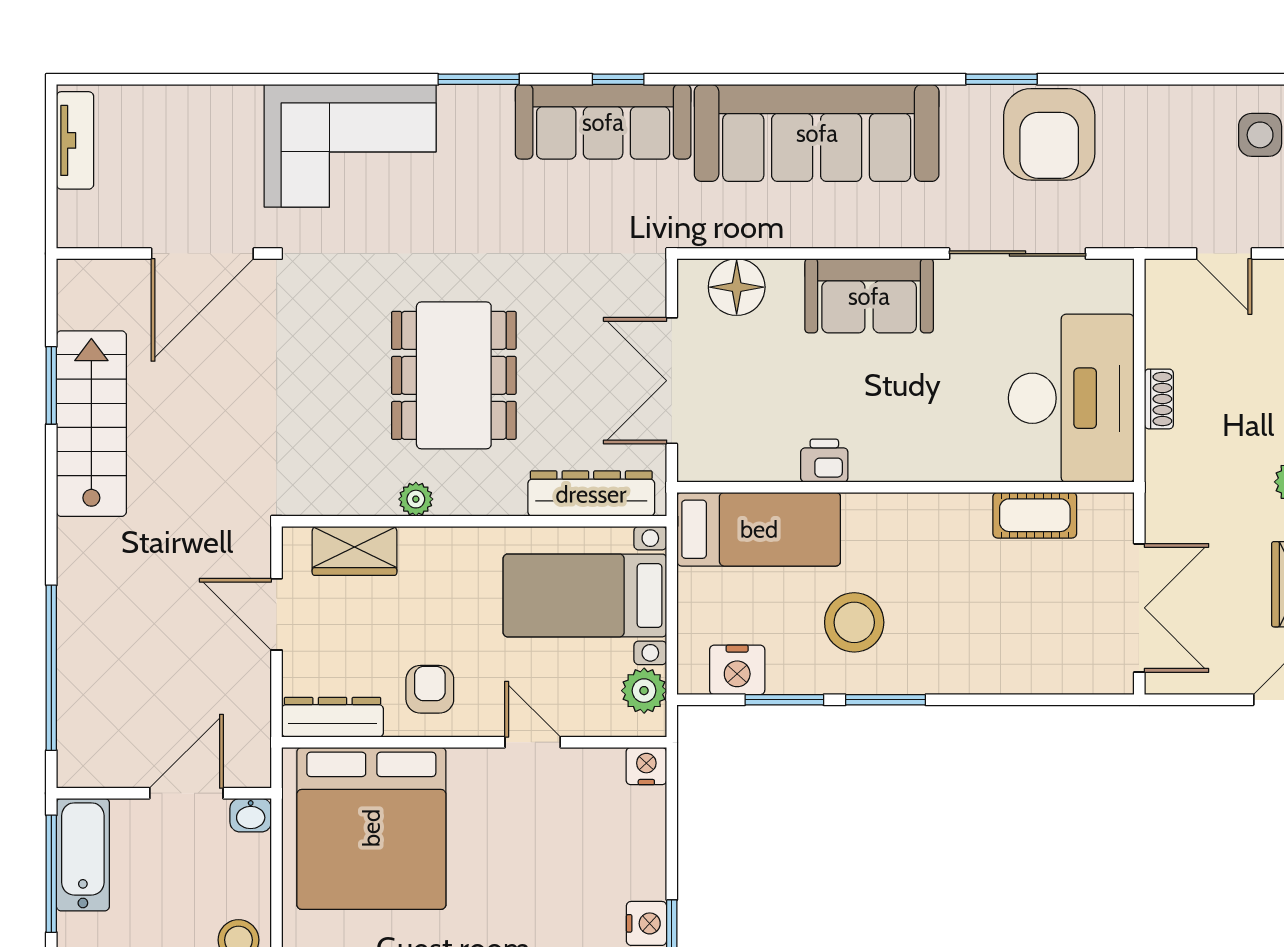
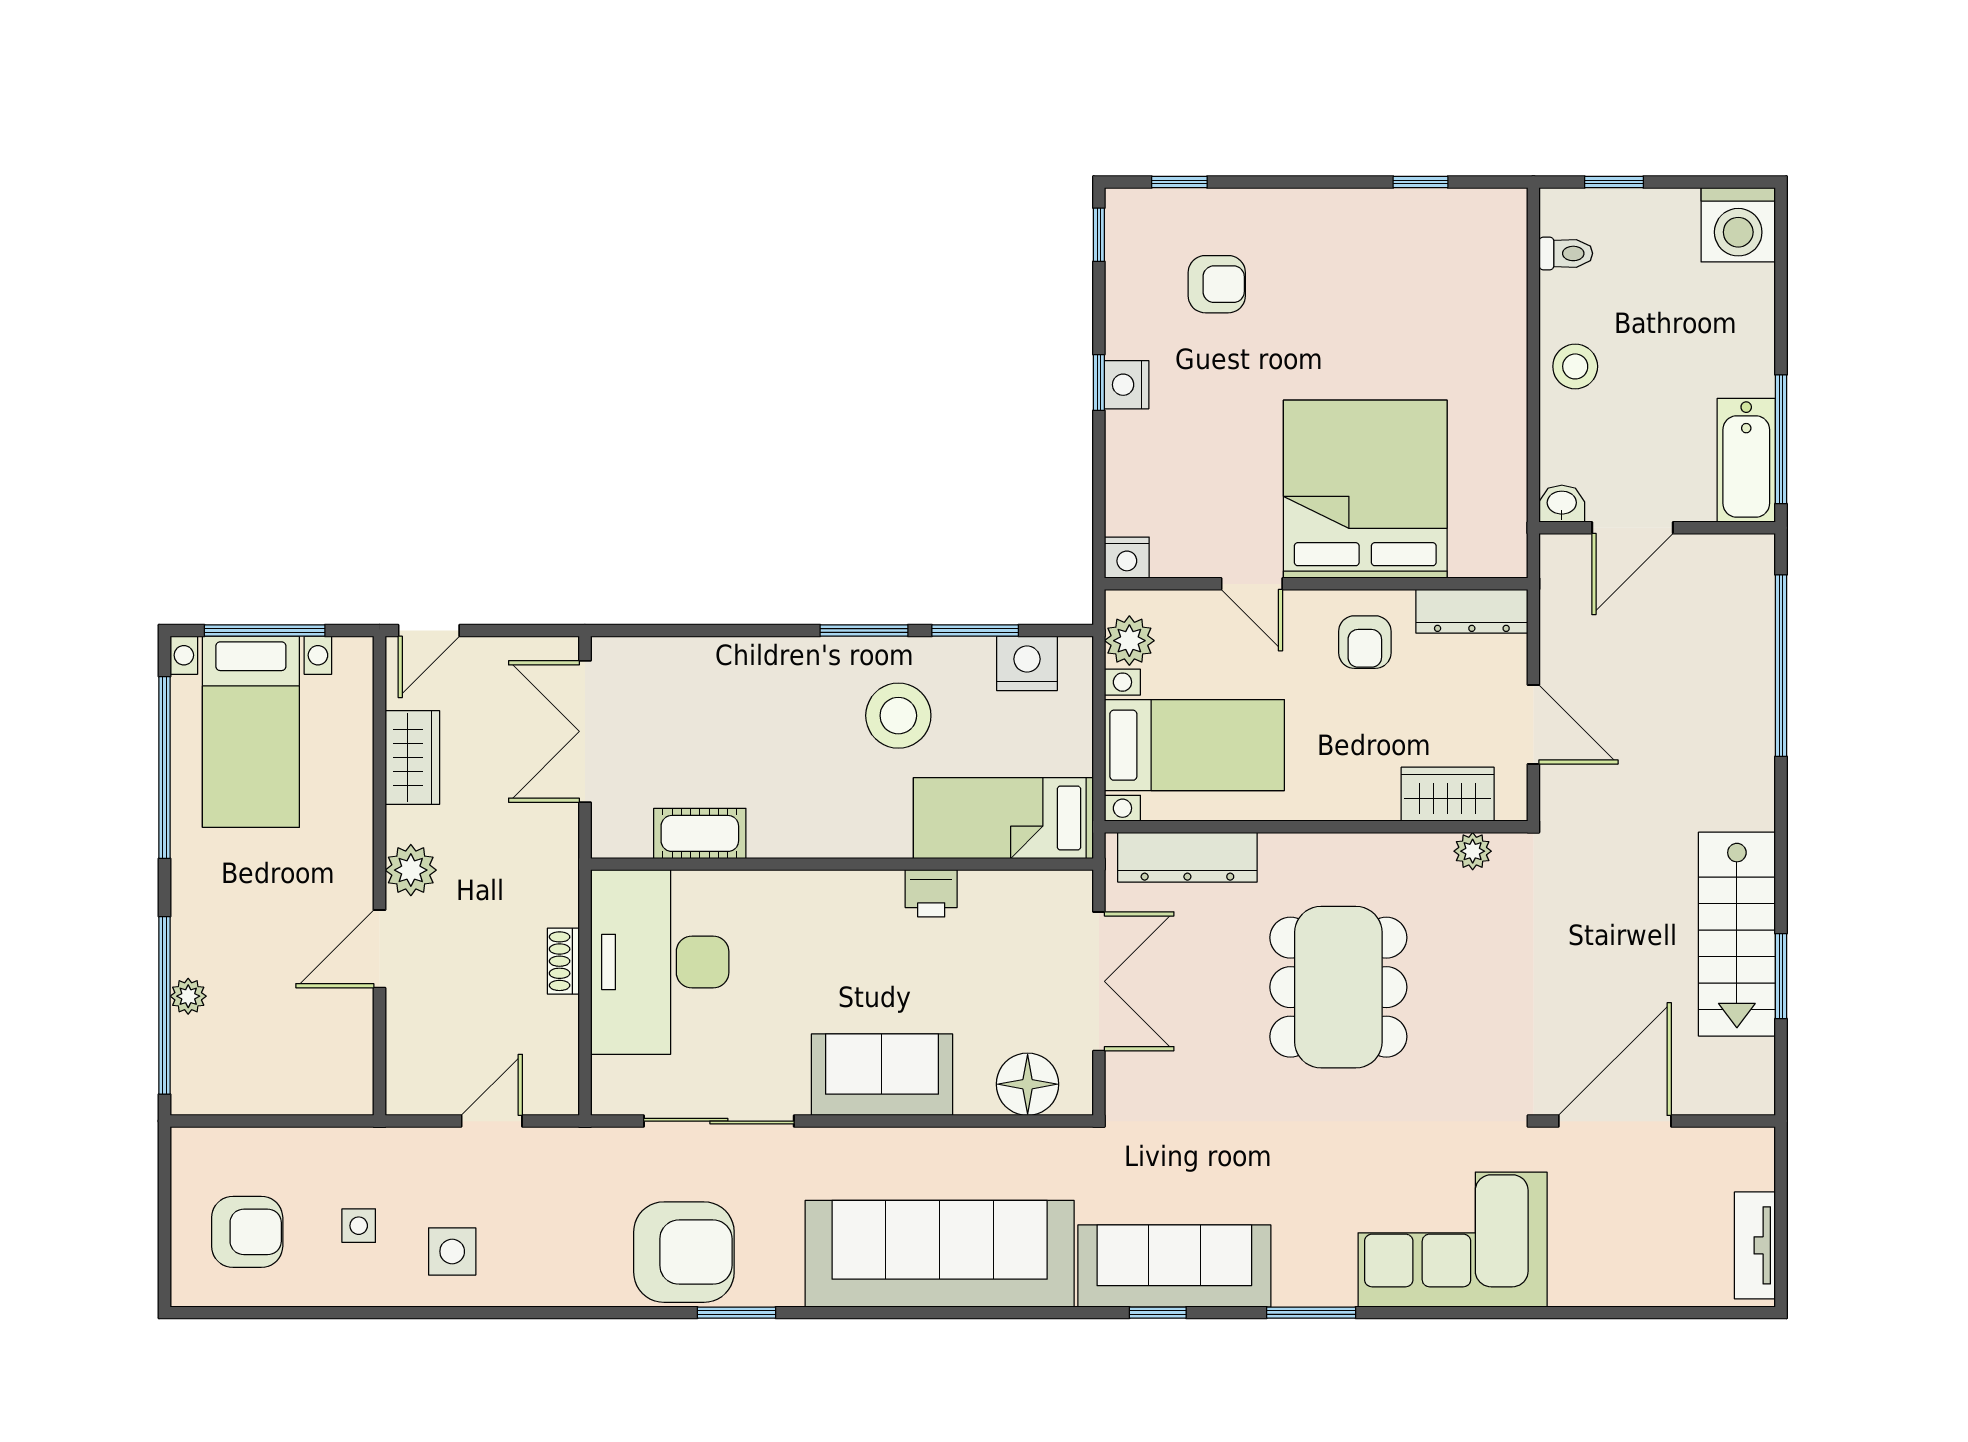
armchair: (1049, 134) -> (684, 1252), turned 90
door: (1224, 254) -> (492, 1121), hinge flipped
plant: (416, 499) -> (1473, 851), moved
bed: (371, 828) -> (1365, 489), moved

